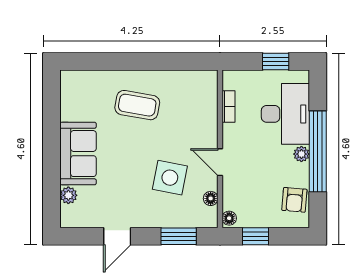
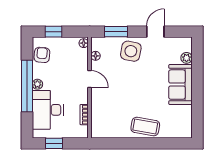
coffee table: (137, 105) -> (145, 126), moved
side table: (170, 178) -> (131, 51), moved
window: (256, 236) -> (54, 32), moved

